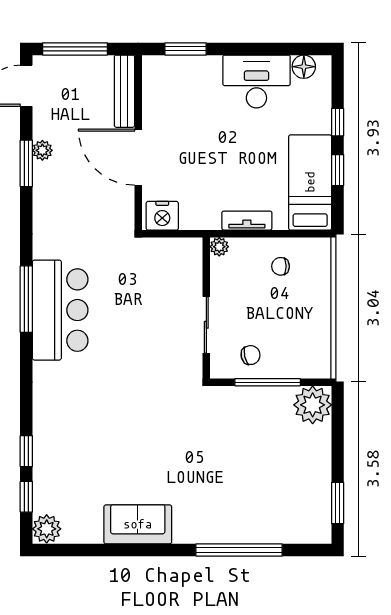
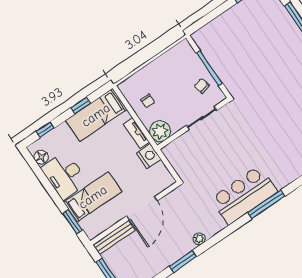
bed: (200, 100) -> (93, 197), added
window: (338, 122) -> (45, 130), moved
plant: (42, 150) -> (199, 239), moved
nightstand: (162, 216) -> (149, 156), moved
plant: (219, 247) -> (160, 131), width x1.87, depth x1.87
window: (26, 299) -> (266, 204), moved
plant: (313, 405) -> (205, 38), removed

